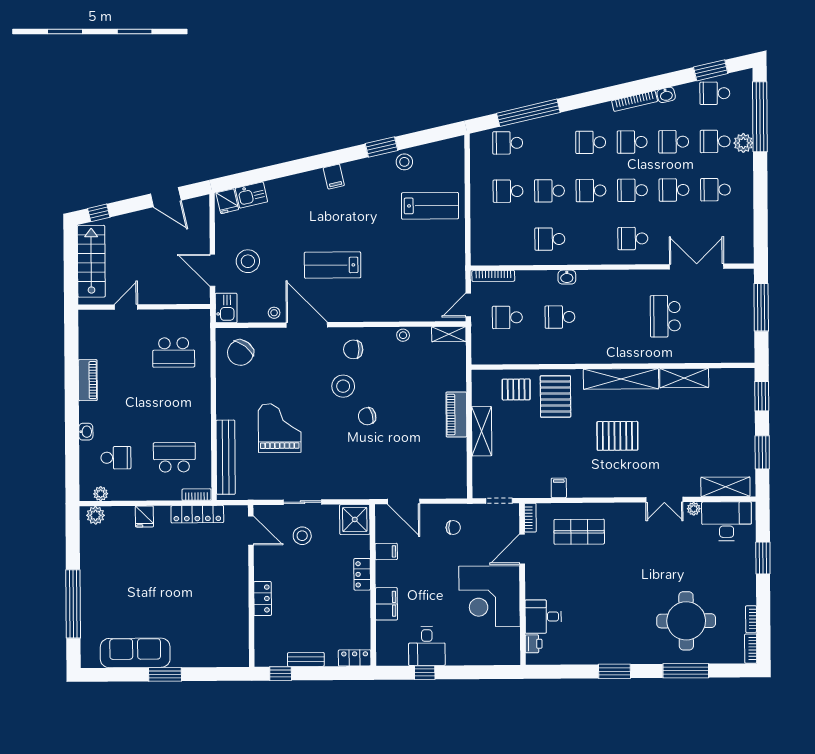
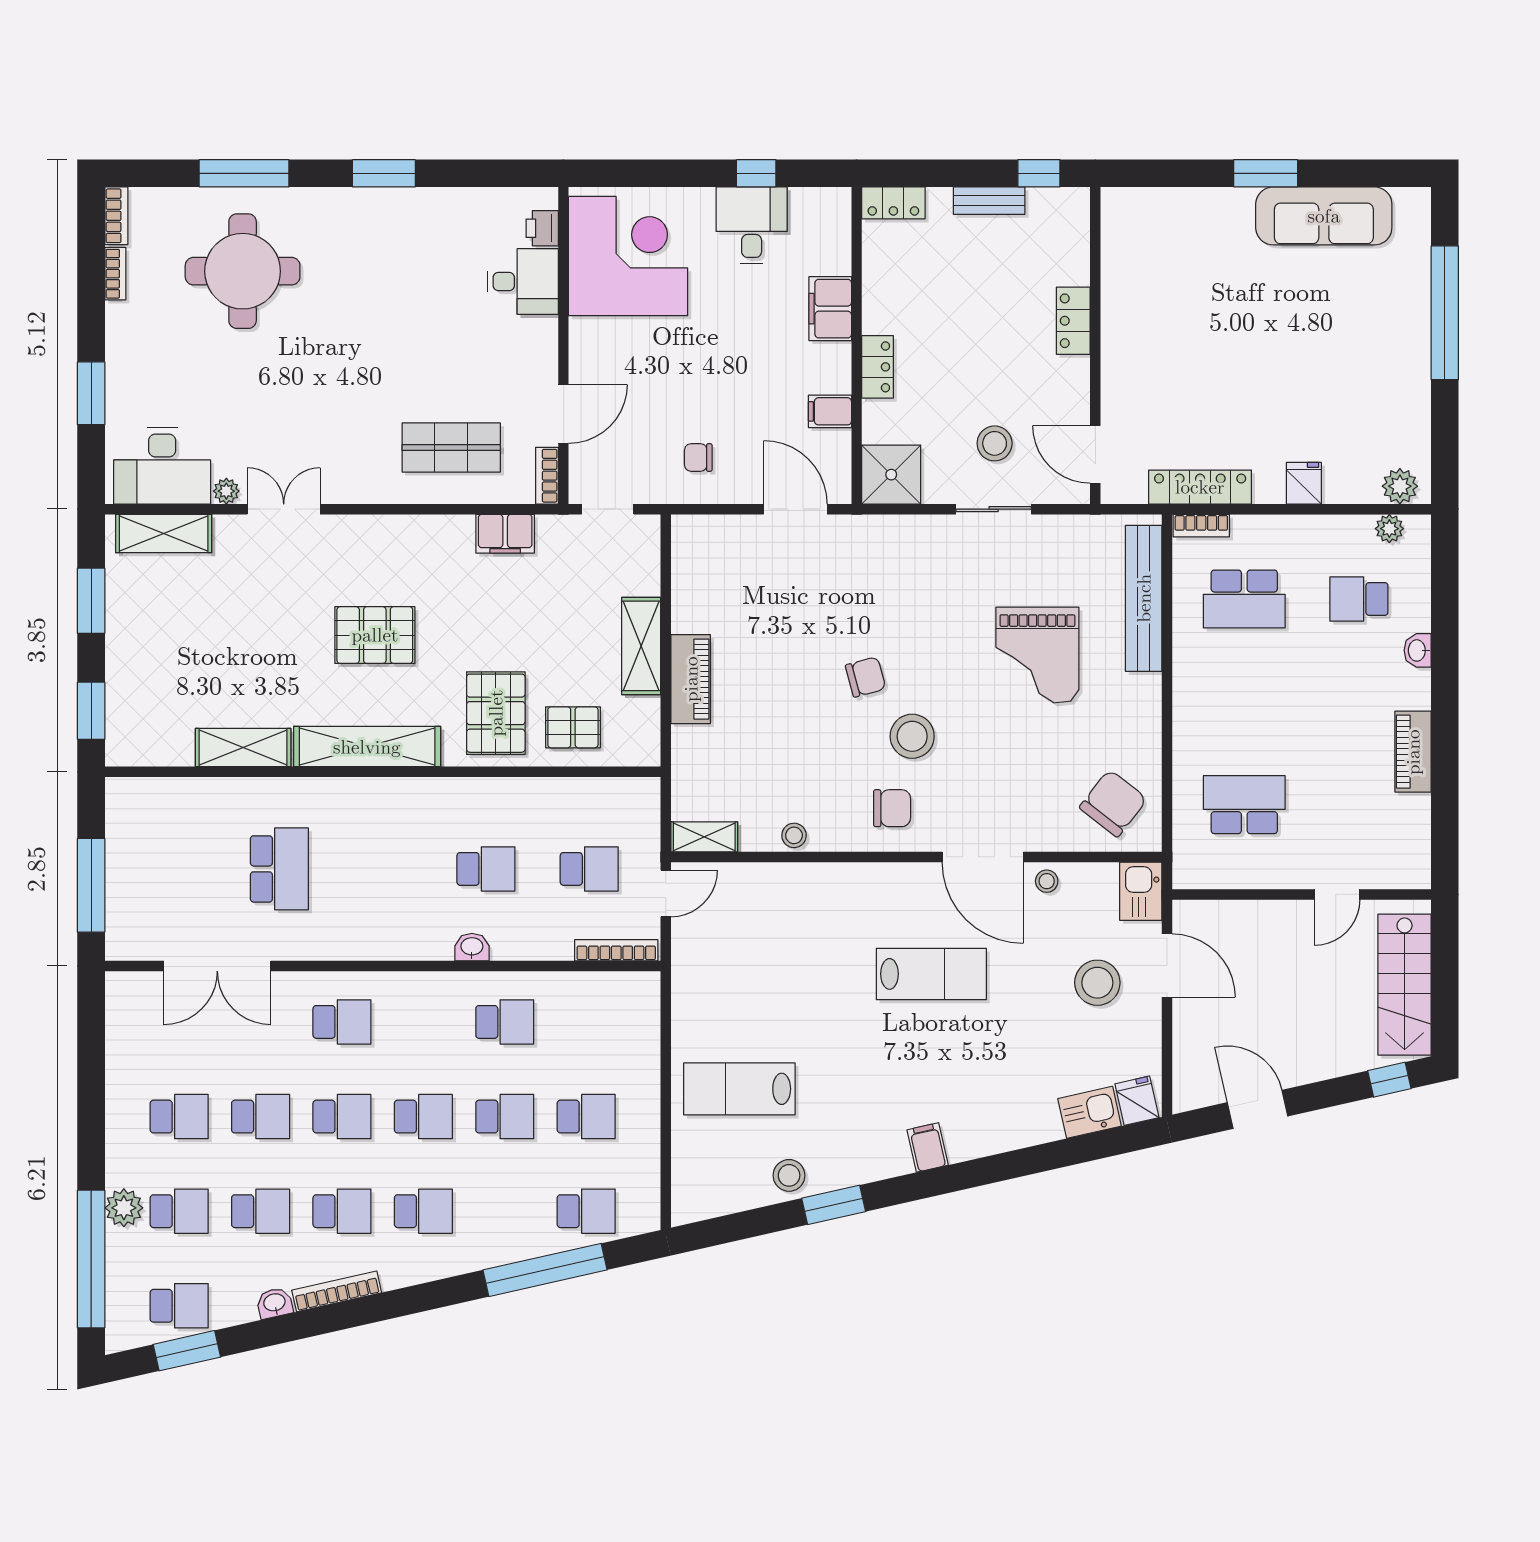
filing cabinet: (559, 488) -> (505, 534), width x2.00
corner desk: (489, 596) -> (628, 256), moved

